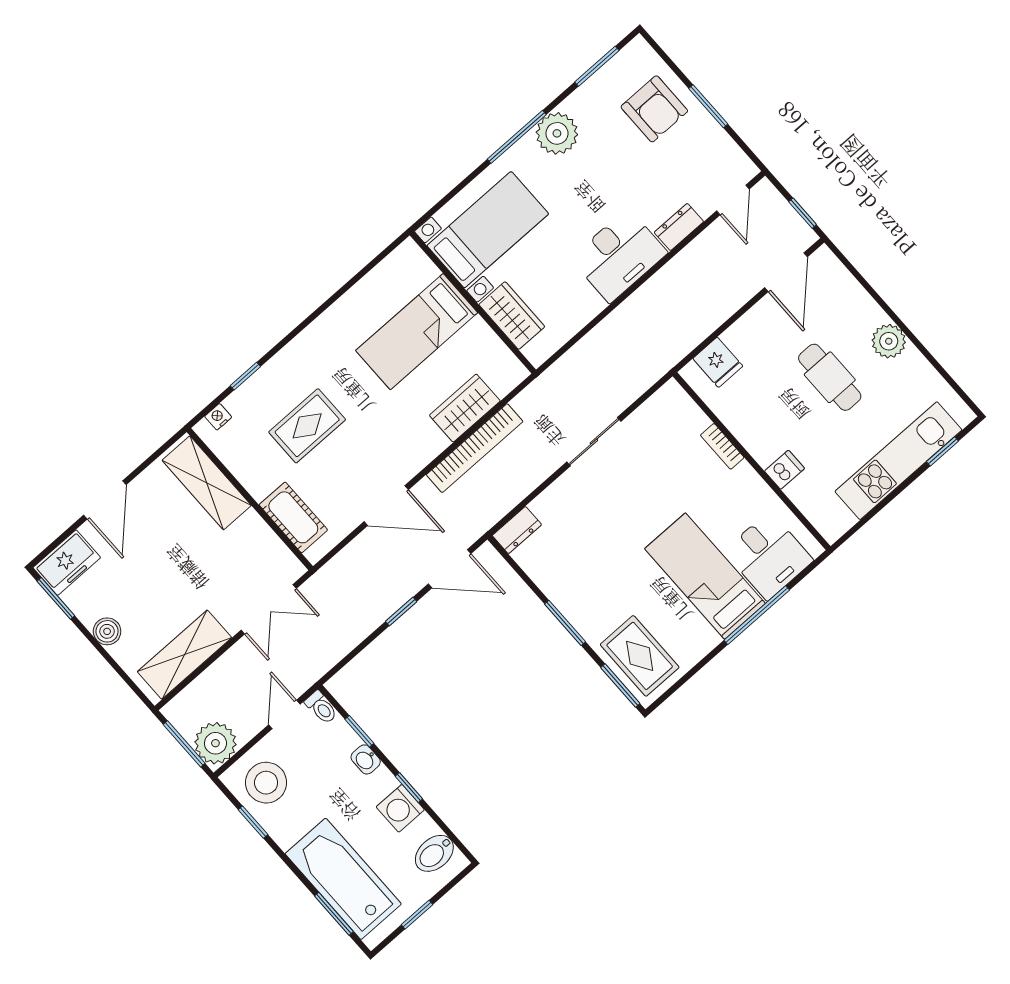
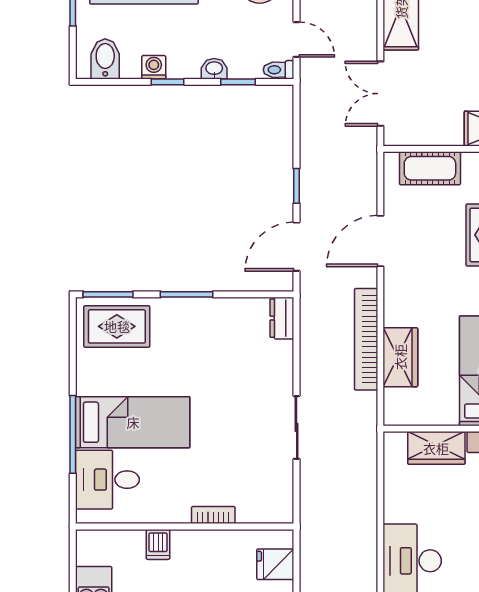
washing machine: (400, 808) -> (154, 67), width x0.73, depth x0.73

